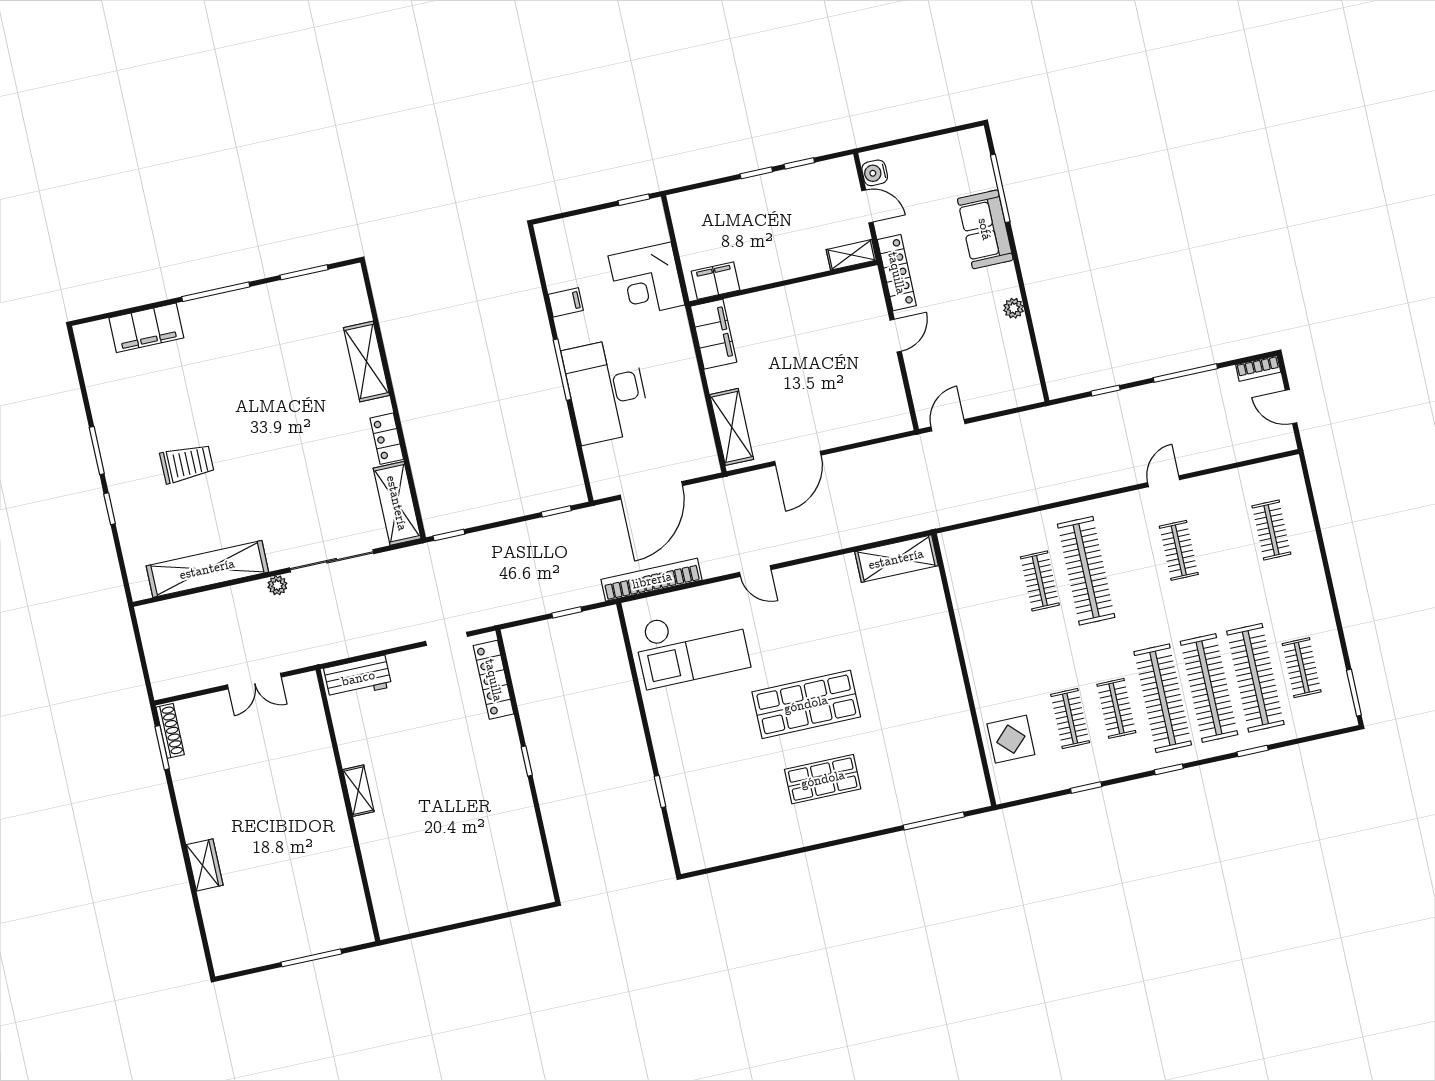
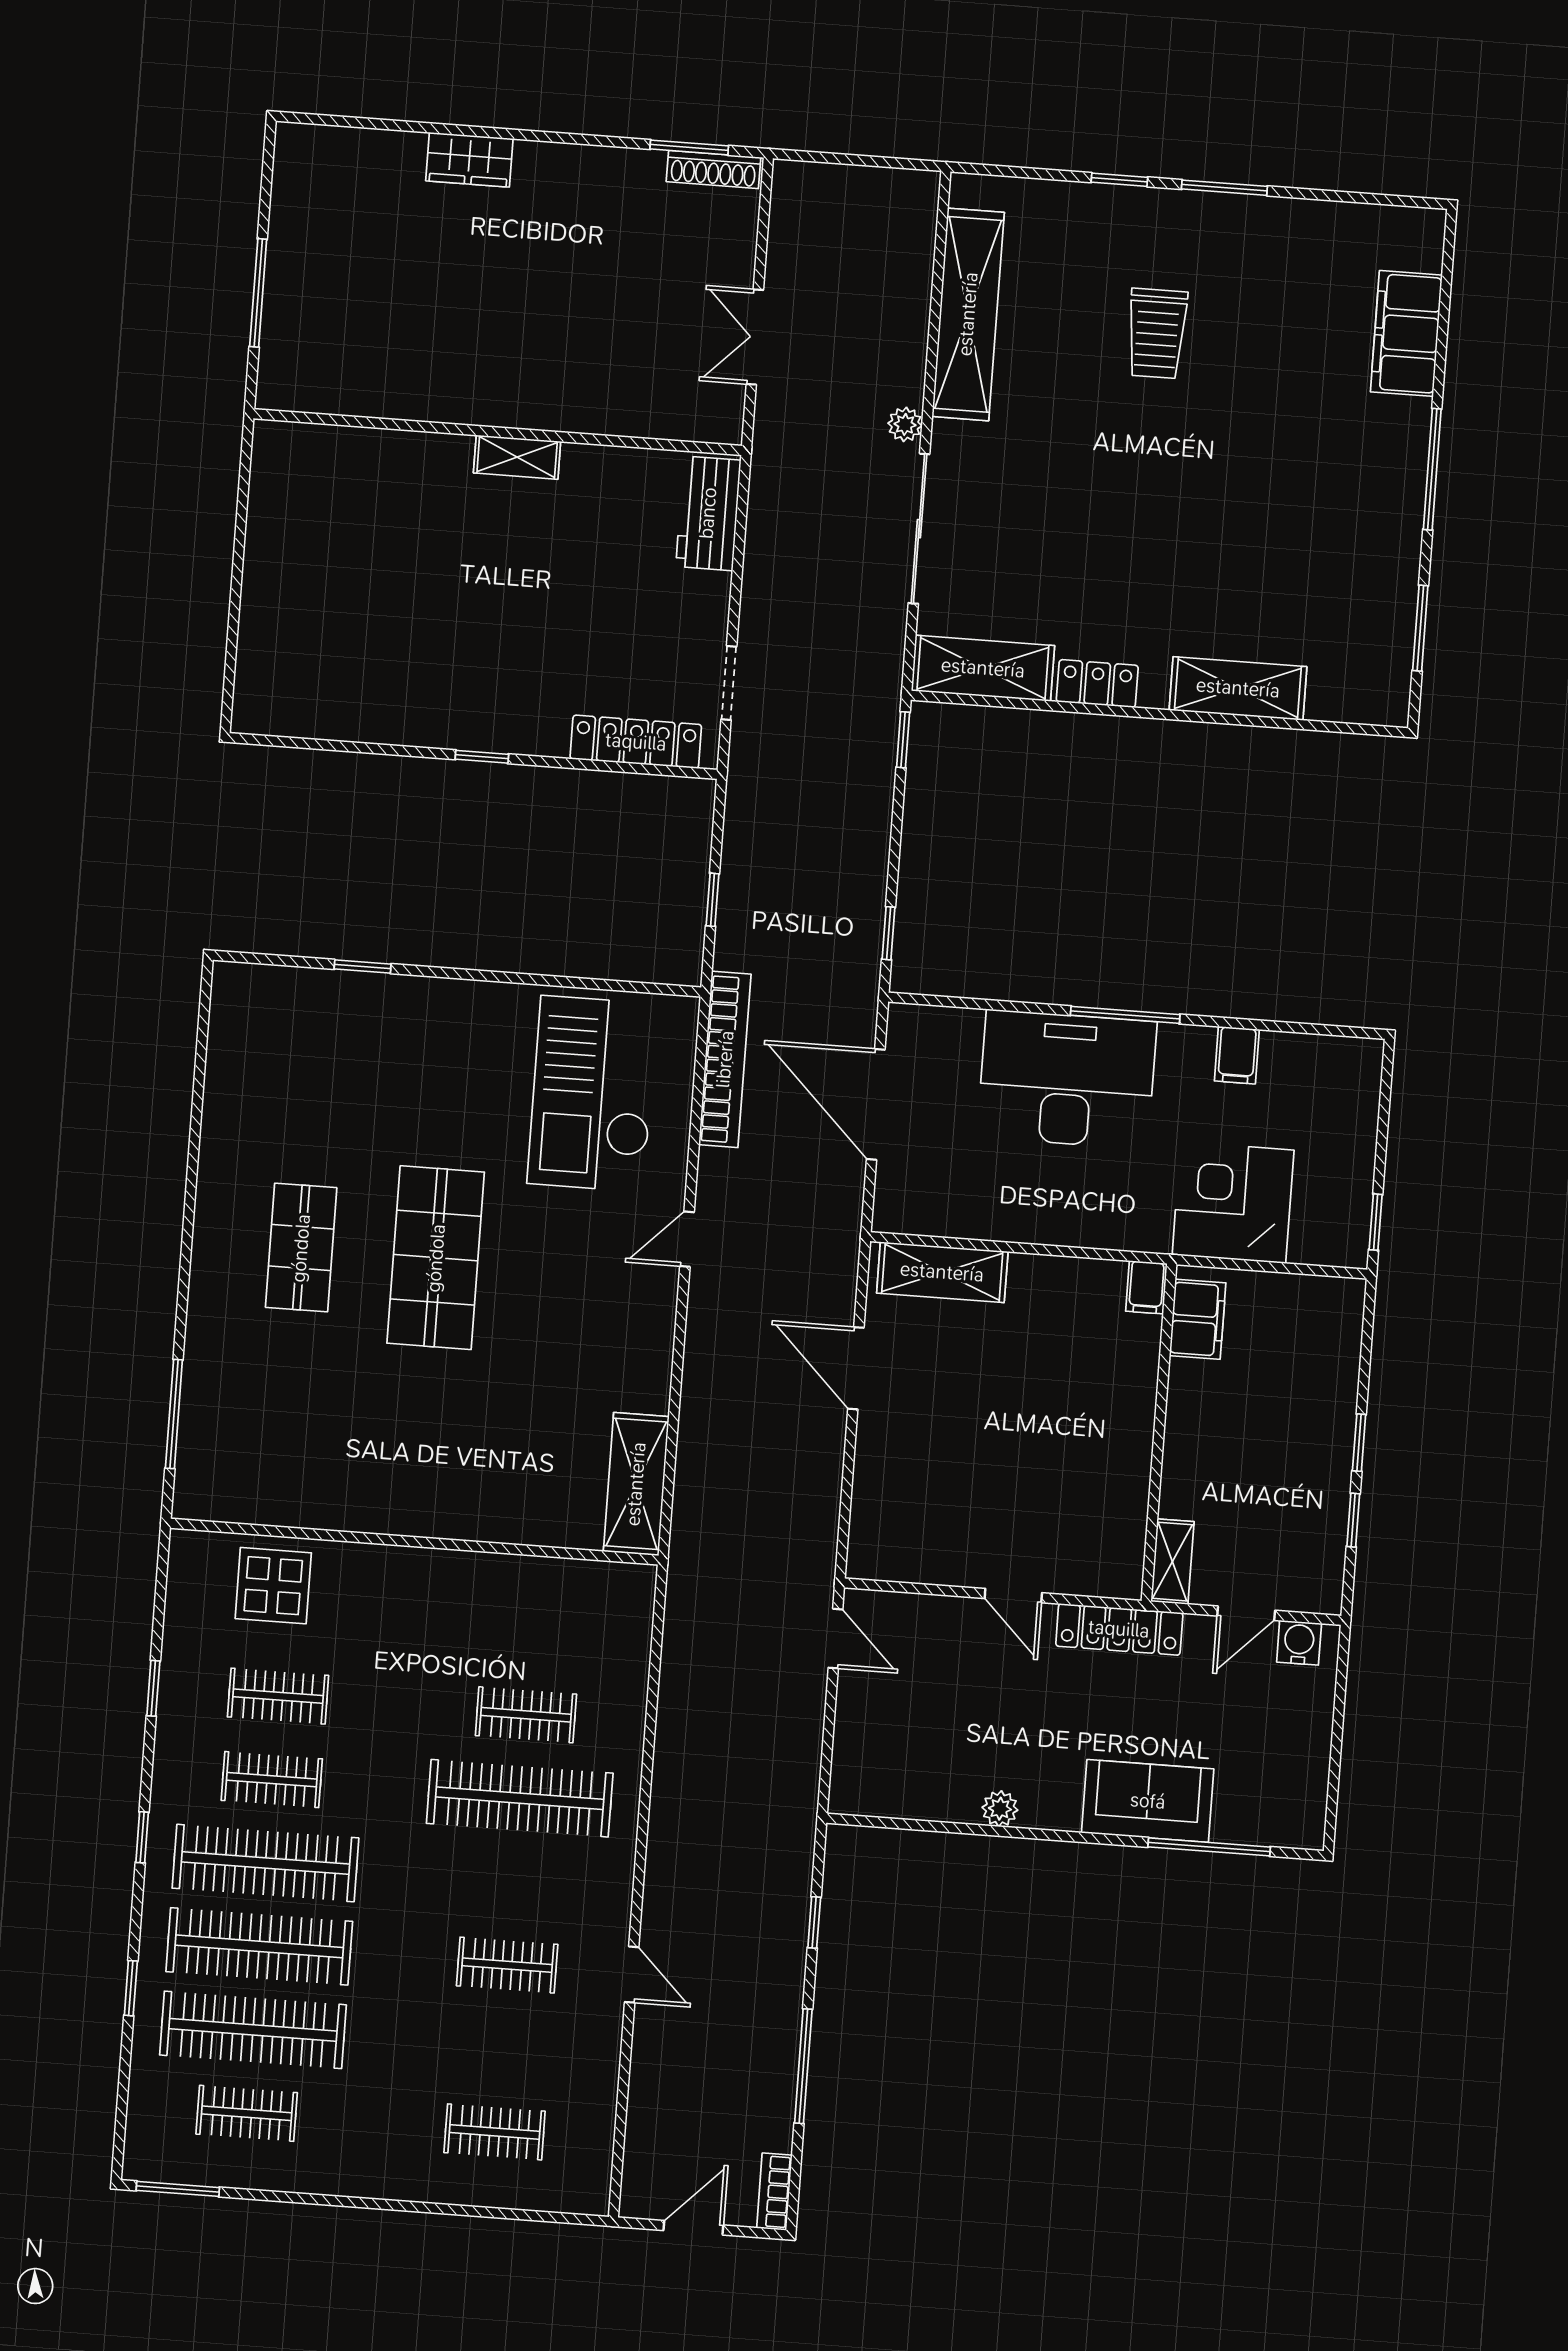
filing cabinet: (714, 334) -> (1146, 1287), width x0.33, depth x0.86

